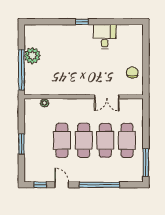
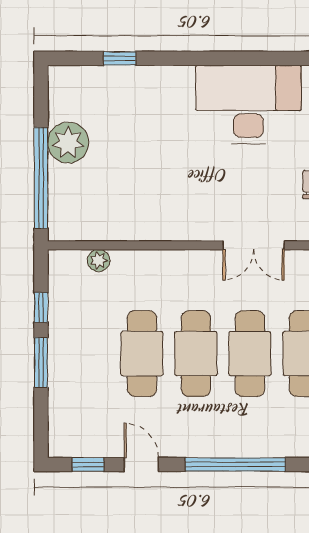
window: (82, 22) -> (120, 58), moved
desk: (105, 37) -> (248, 104), width x1.87, depth x1.30
window: (21, 122) -> (41, 307), added

